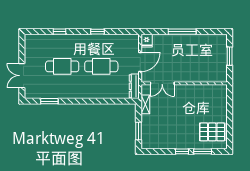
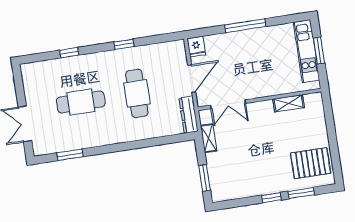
kitchen unit: (221, 55) -> (306, 51), added
cafe table: (101, 66) -> (137, 93), turned 90
shelving: (203, 89) -> (289, 103), added

